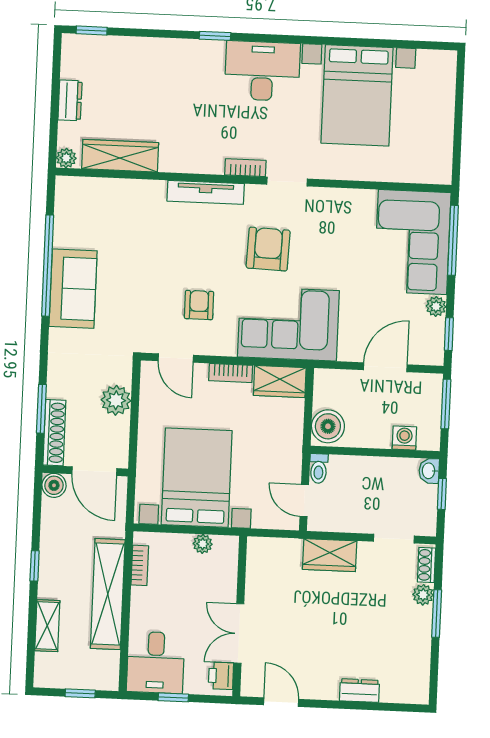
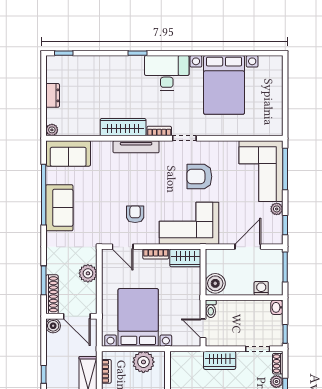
wardrobe: (120, 156) -> (123, 127), moved
sofa: (92, 198) -> (68, 153), added
armchair: (268, 249) -> (199, 177), moved, turned -92
window: (442, 494) -> (285, 334), moved
plant: (203, 544) -> (143, 362), width x1.88, depth x1.88

